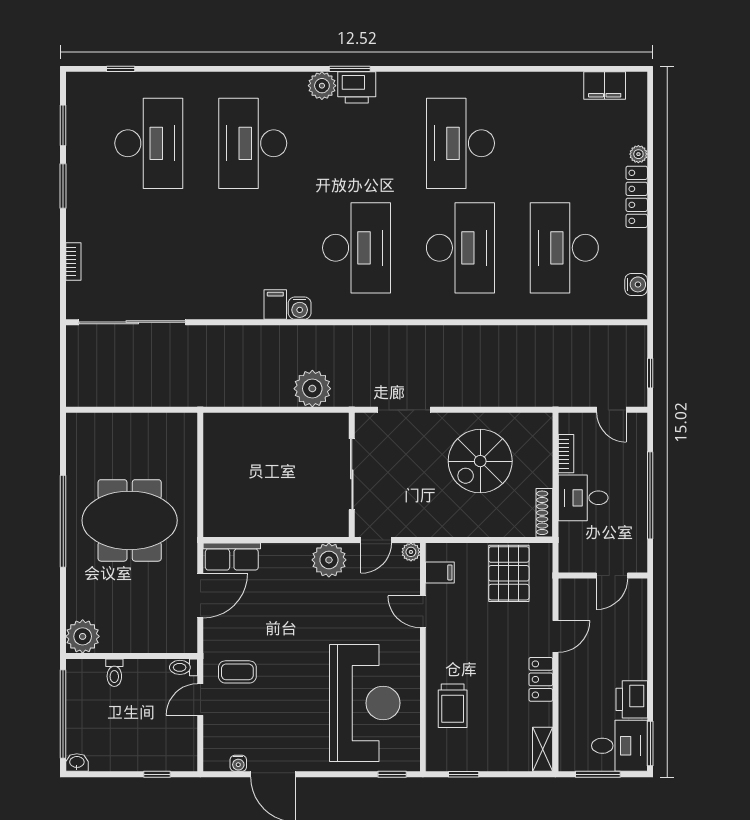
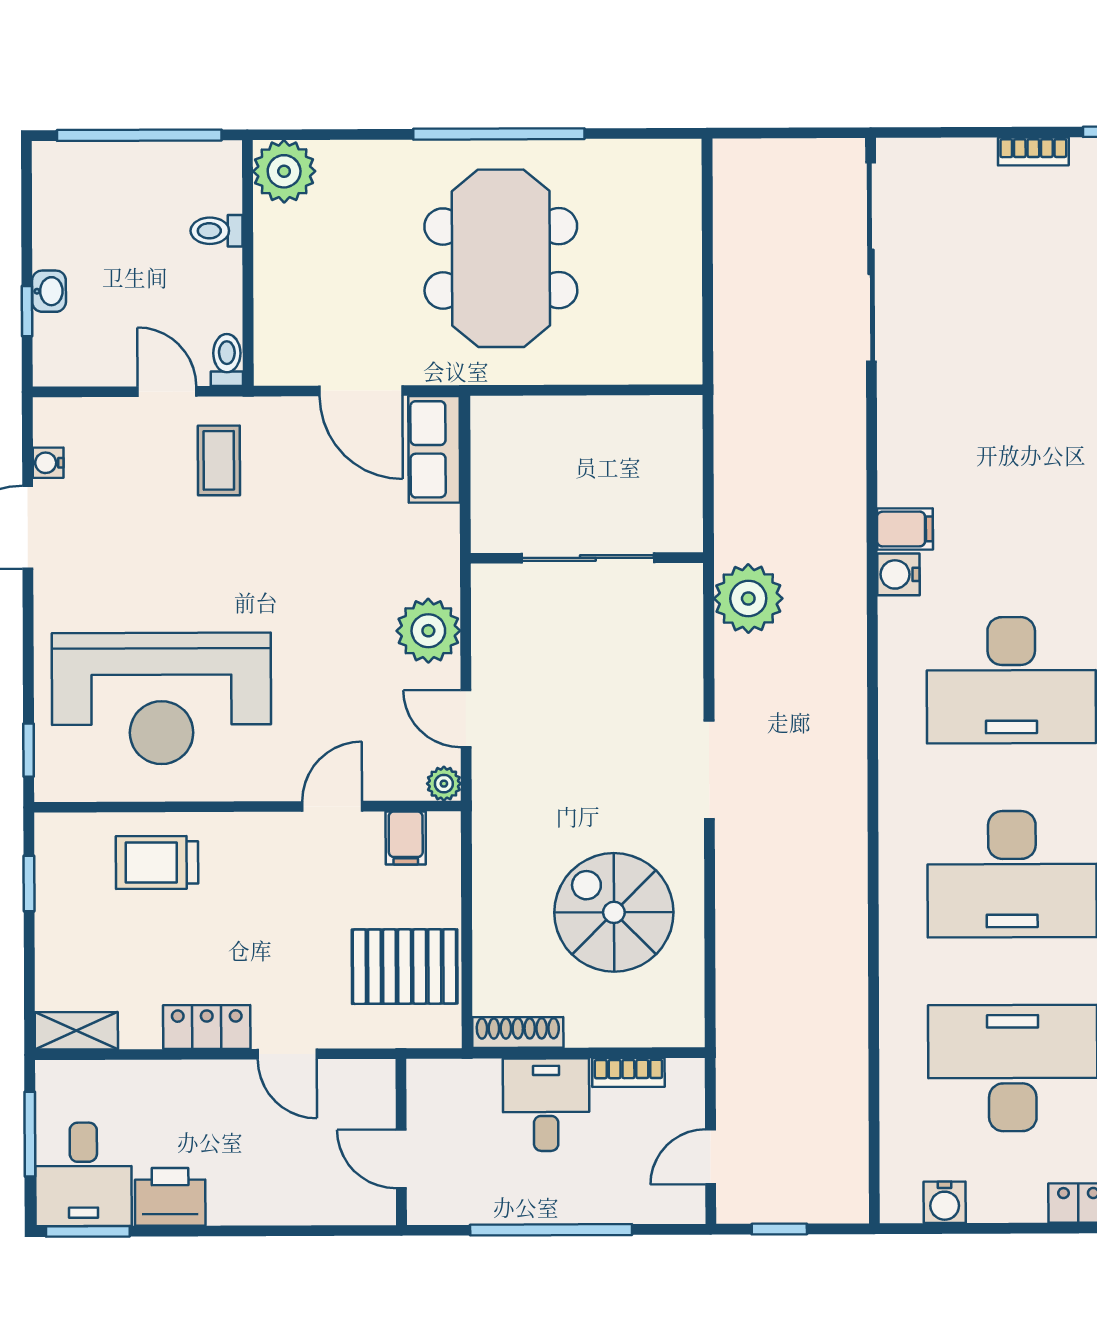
bookcase: (73, 262) -> (1033, 152), moved
sliding door: (352, 474) -> (588, 558), moved
wall: (352, 475) -> (587, 558), moved
washbasin: (77, 763) -> (49, 291), moved

